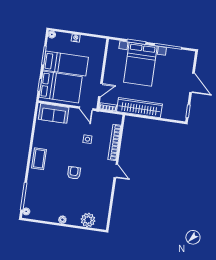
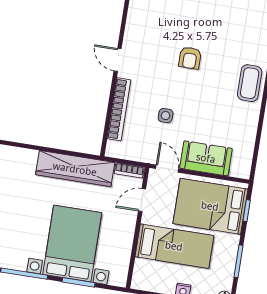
bed: (66, 64) -> (174, 246), moved, turned 180
sofa: (54, 113) -> (206, 158), moved

